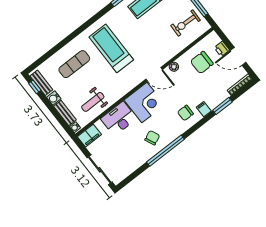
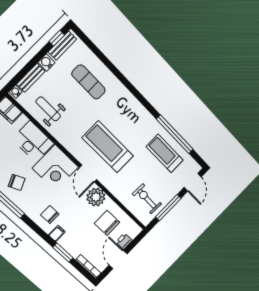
treadmill: (111, 48) -> (108, 147), moved, turned -90
plant: (174, 67) -> (96, 197), width x1.87, depth x1.87

